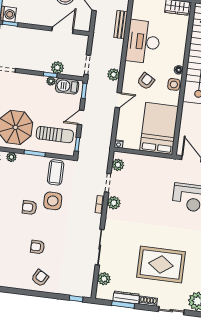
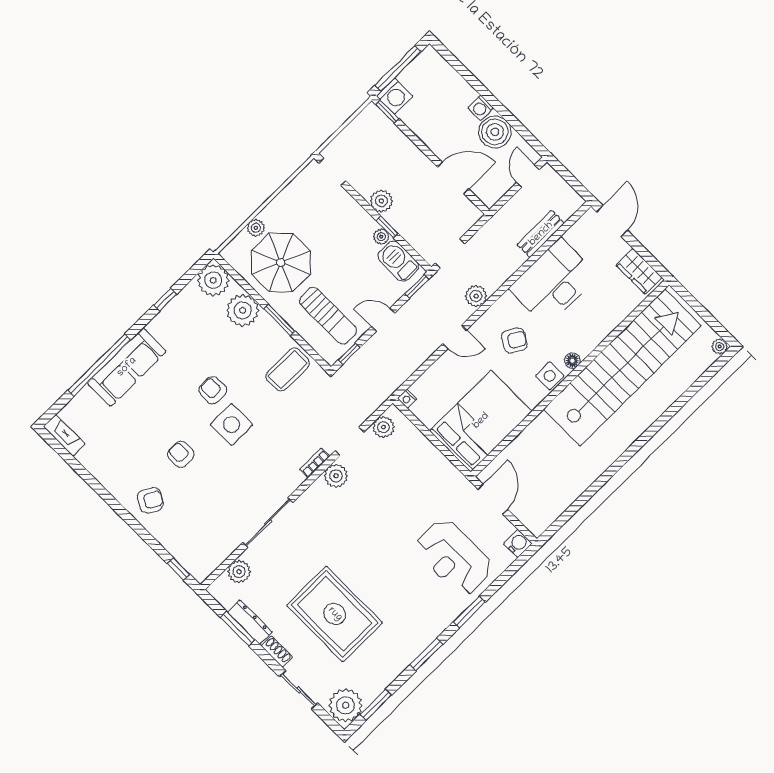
plant: (57, 68) -> (381, 201), moved
plant: (11, 157) -> (243, 310), width x1.87, depth x1.87
side table: (53, 201) -> (231, 424), moved

